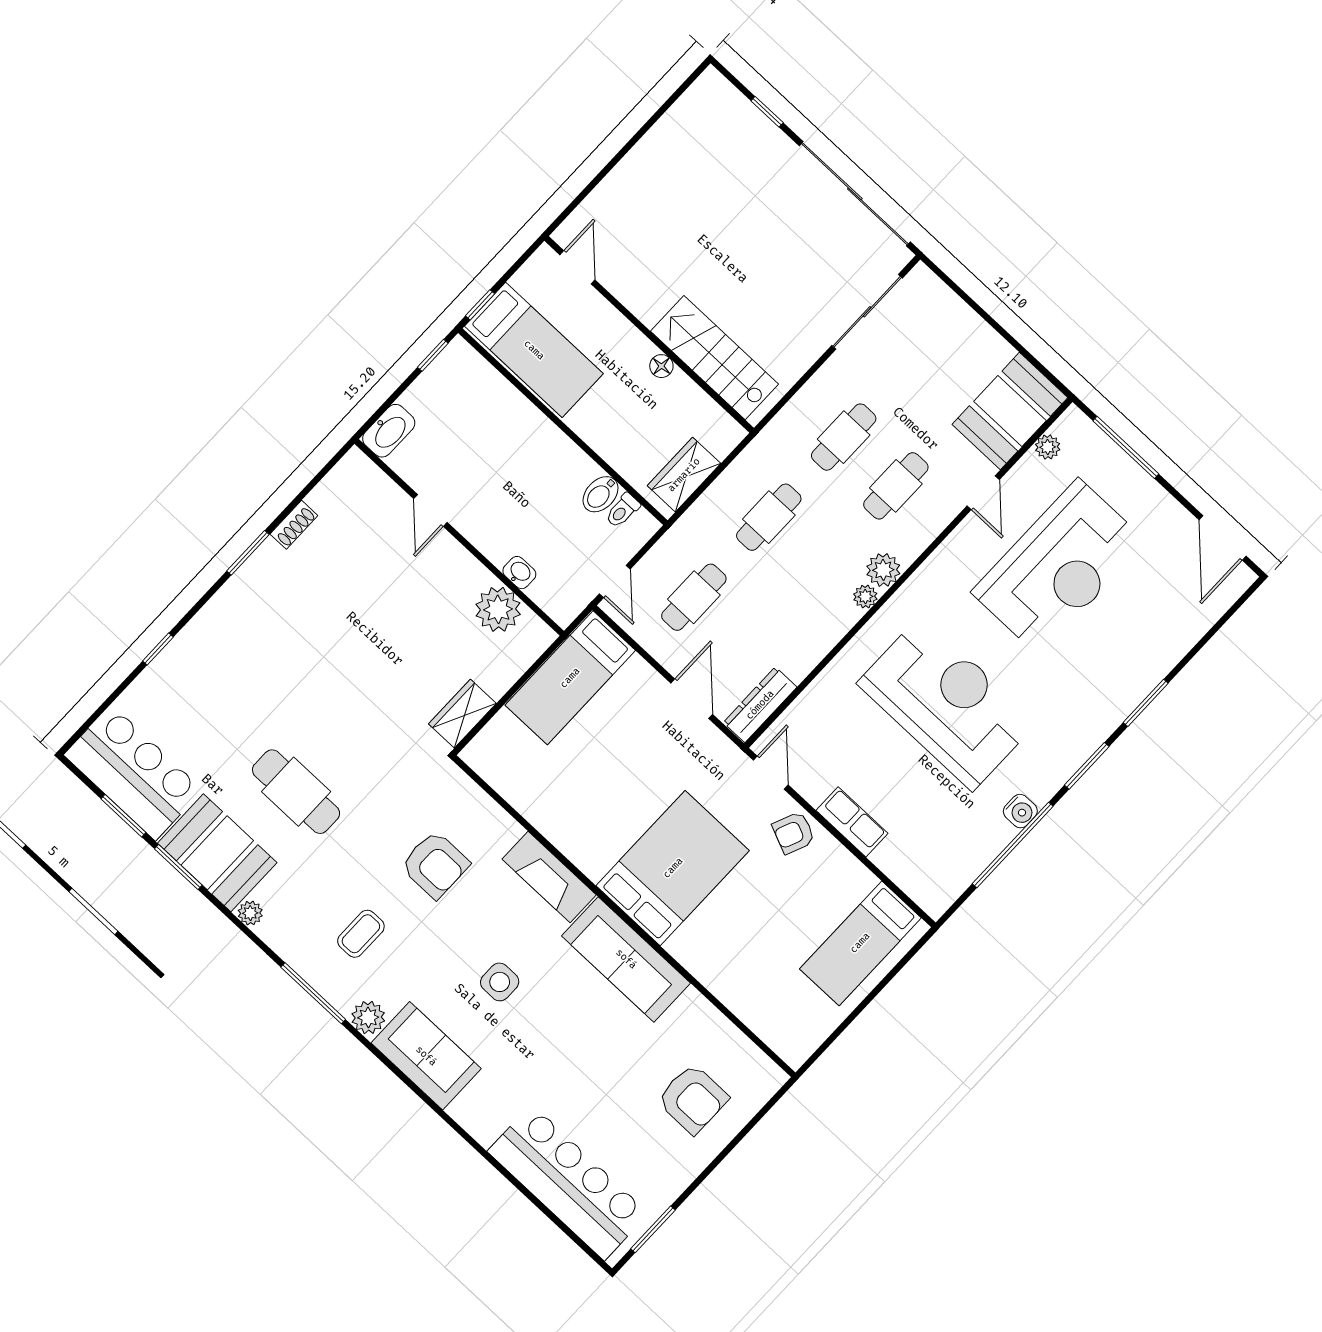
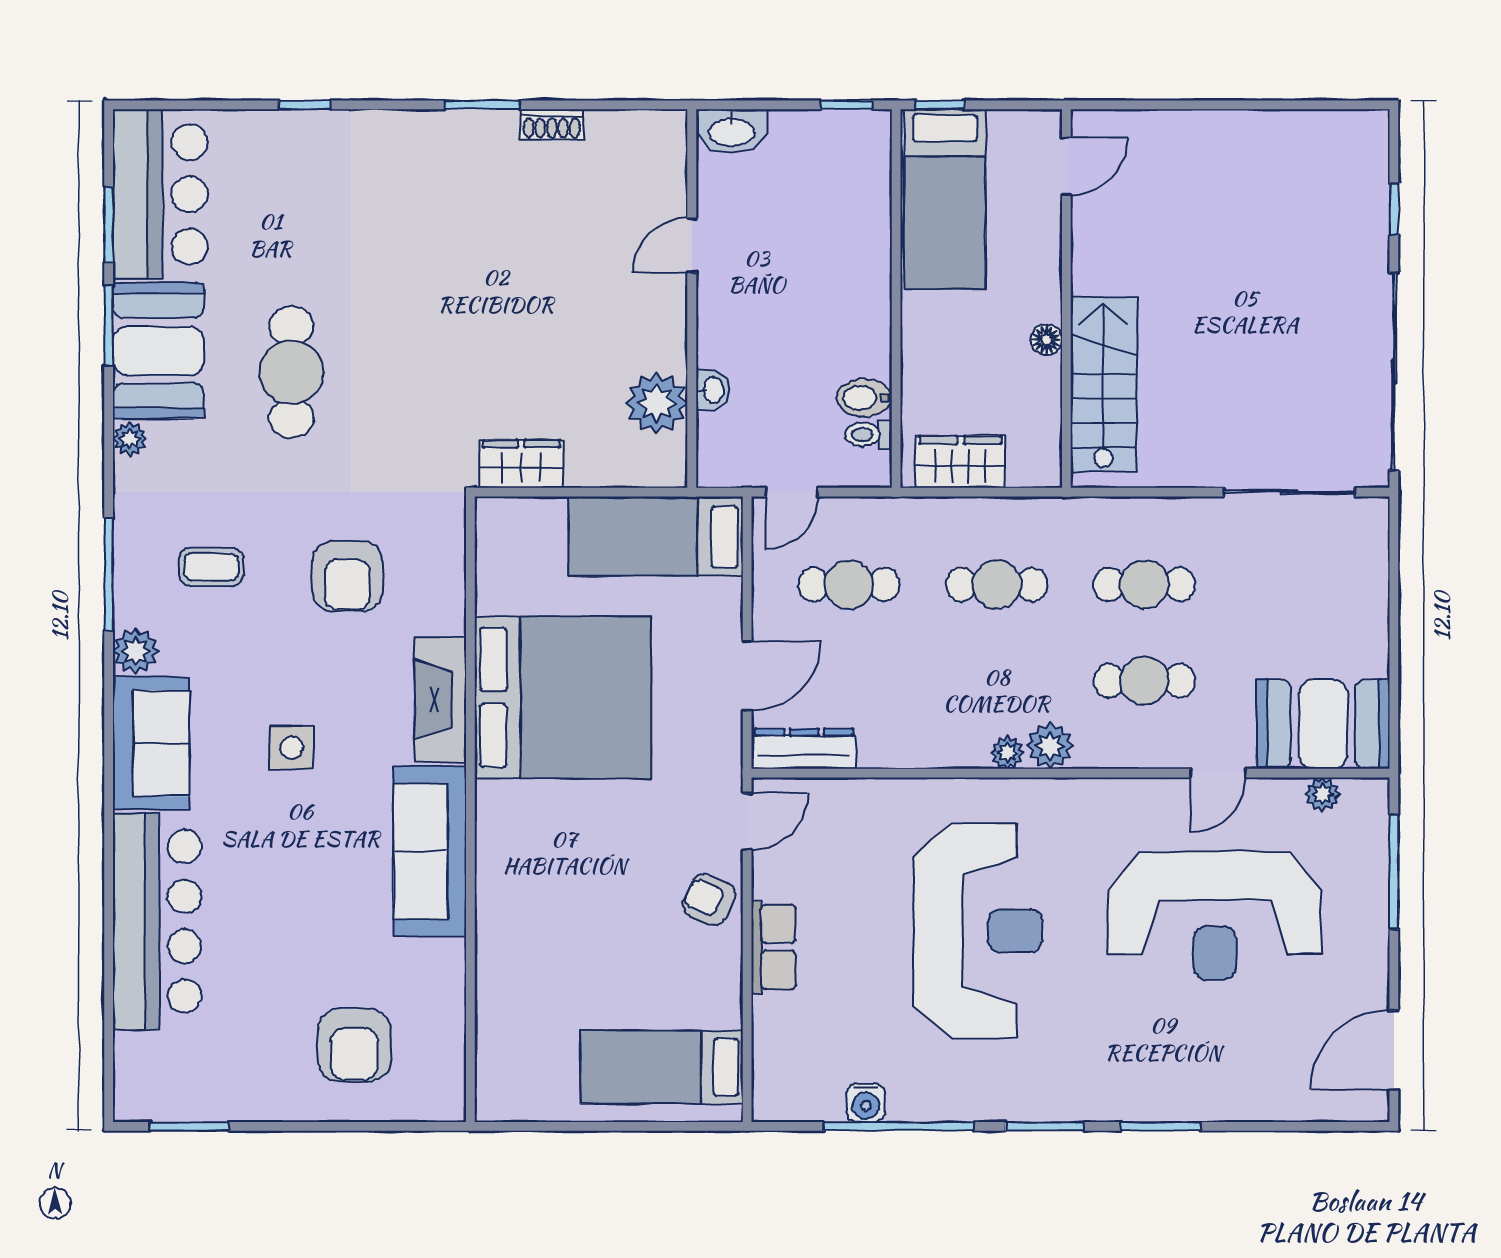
water cooler: (1020, 811) -> (866, 1103), moved
bed: (673, 868) -> (563, 697), moved, width x1.36
bar counter: (568, 1182) -> (157, 921), moved

